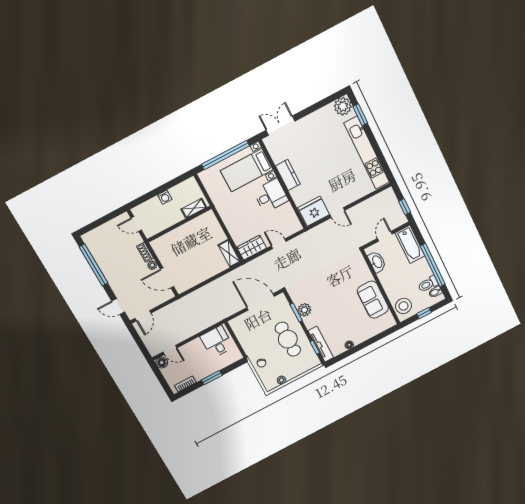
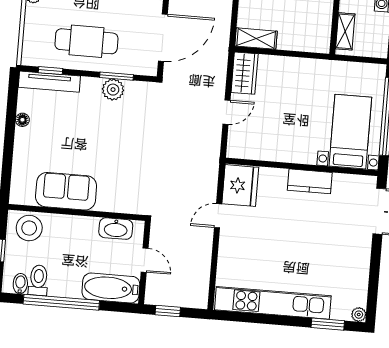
plant: (343, 106) -> (359, 315), width x0.53, depth x0.53
desk: (271, 196) -> (297, 142), removed

